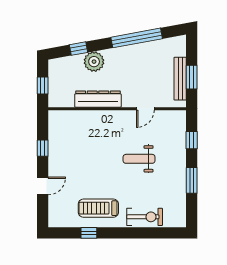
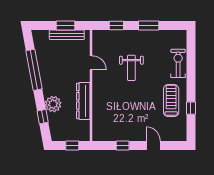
treadmill: (98, 208) -> (171, 101), turned 180

